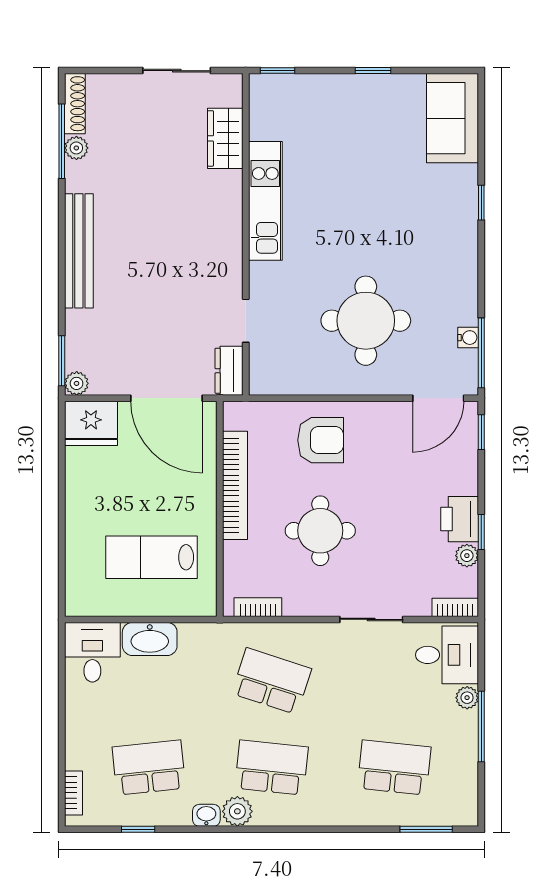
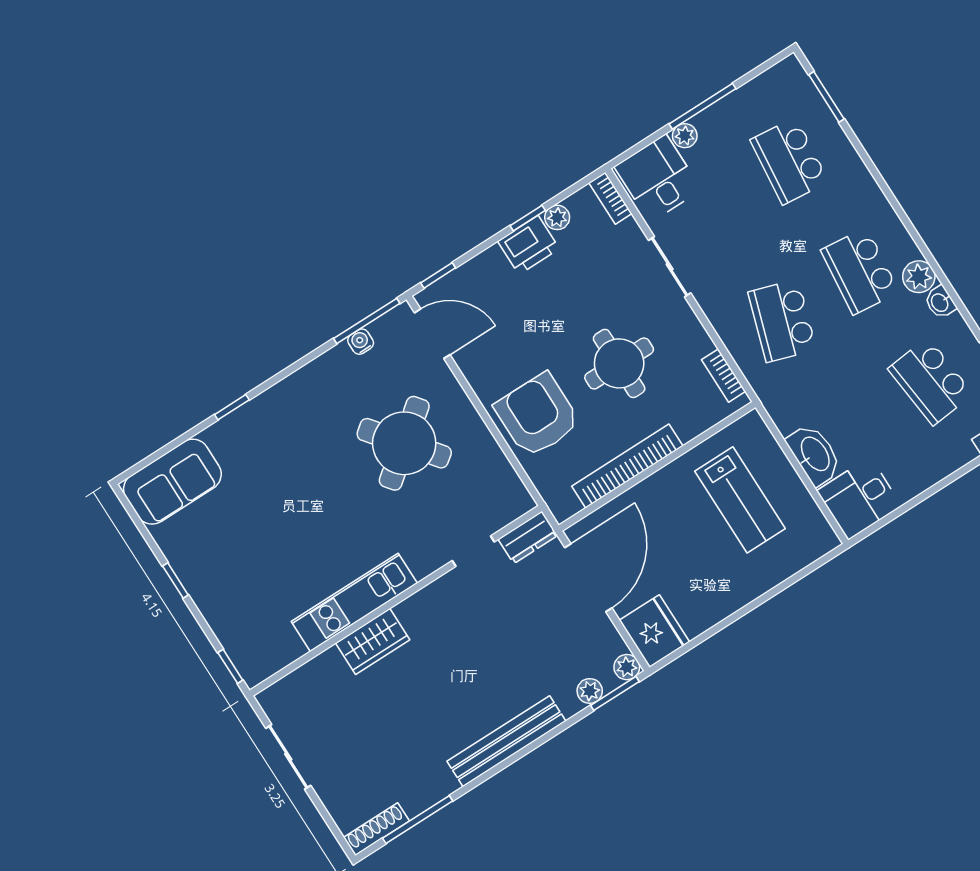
wardrobe: (225, 138) -> (373, 641), moved
plant: (76, 148) -> (590, 691), moved
round table: (366, 321) -> (404, 443), turned -38
armchair: (321, 440) -> (537, 415), width x1.36, depth x1.36

